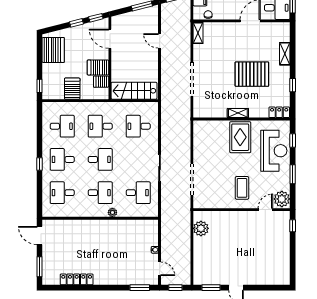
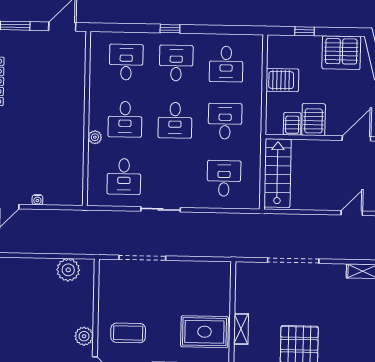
window: (39, 86) -> (305, 31), moved
plant: (245, 217) -> (84, 336), added

